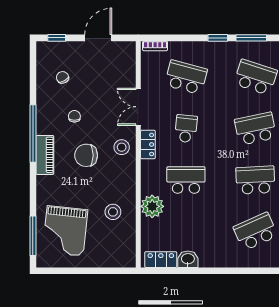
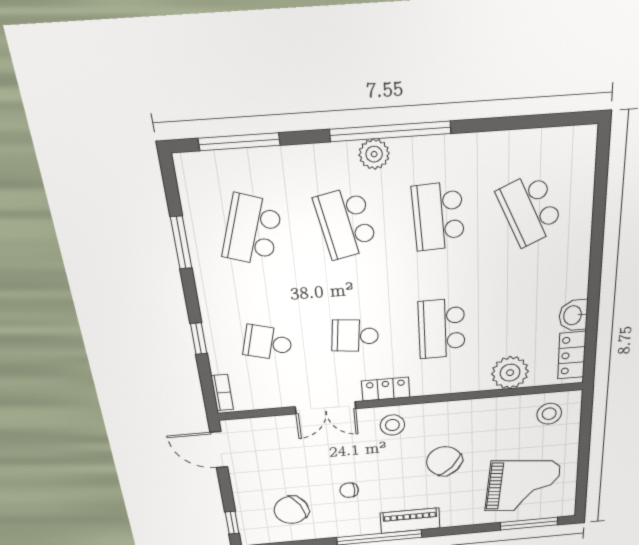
door: (98, 38) -> (219, 450), moved
window: (218, 38) -> (199, 339), moved
chair: (63, 77) -> (291, 510), width x1.87, depth x1.87
school desk: (186, 77) -> (268, 343), width x0.54
chair: (86, 155) -> (444, 461), moved, turned 134
plant: (152, 206) -> (510, 373), moved
stool: (113, 212) -> (549, 414), moved

